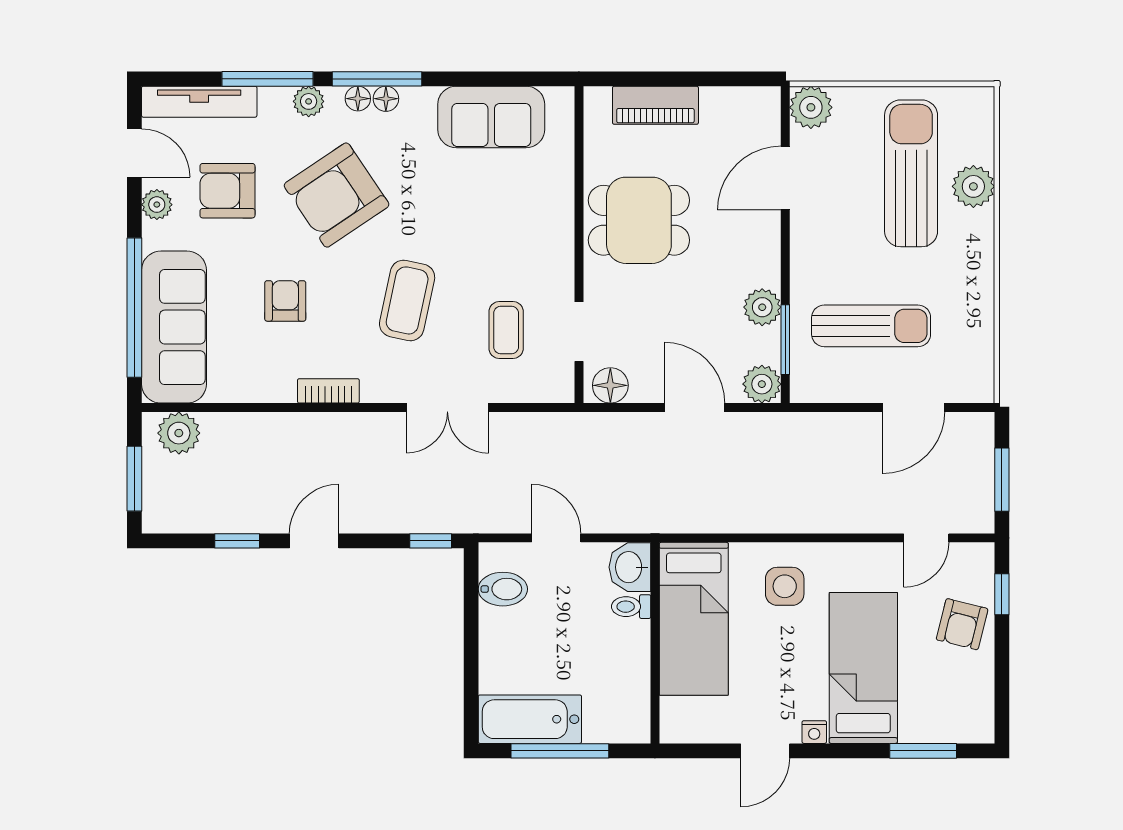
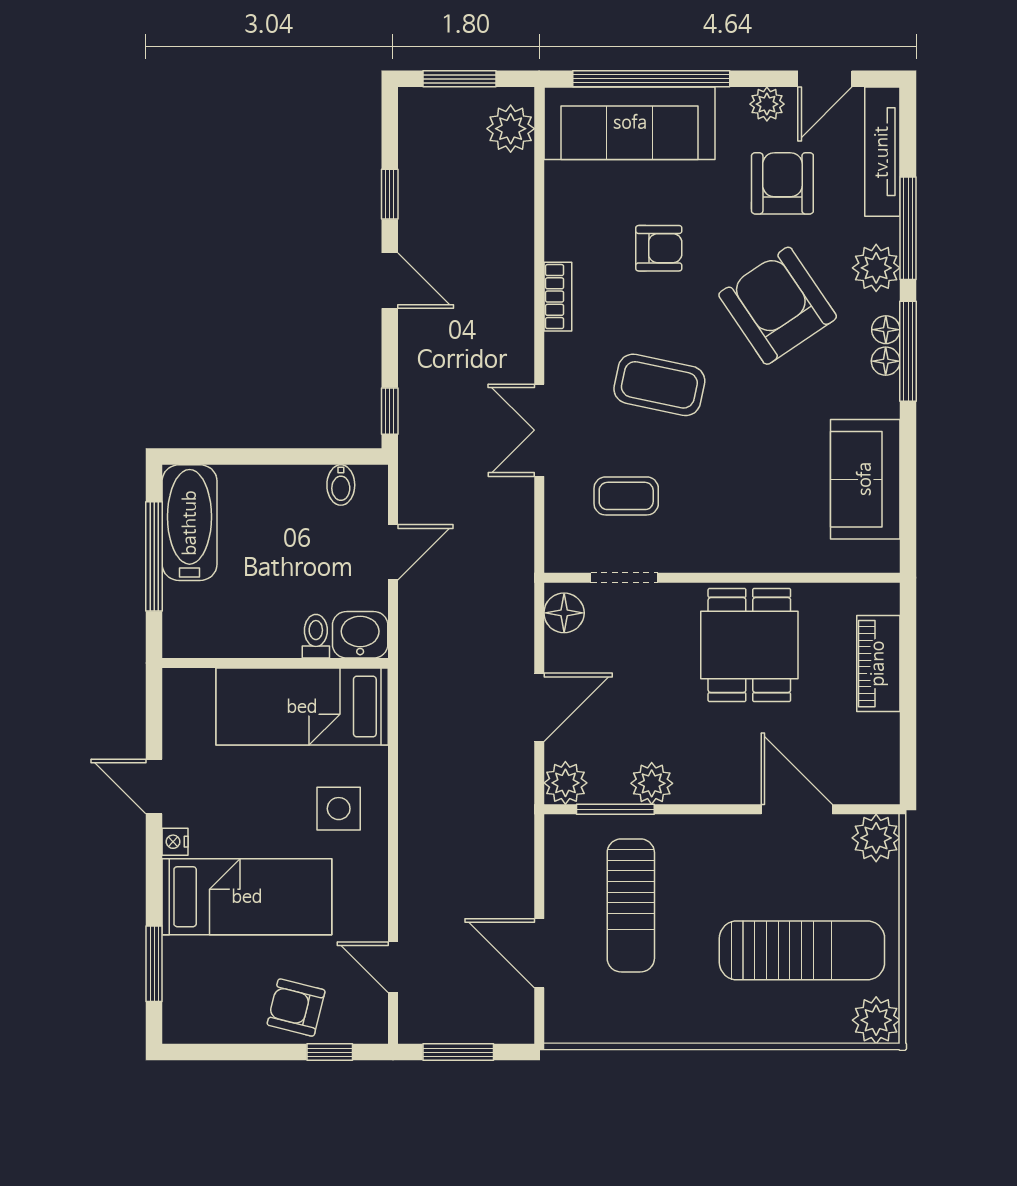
plant: (309, 101) -> (876, 268), width x1.38, depth x1.38
plant: (973, 186) -> (876, 1020), moved
bidet: (503, 589) -> (341, 485), width x0.72, depth x0.74

